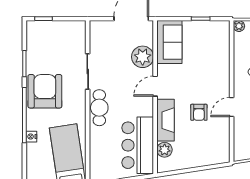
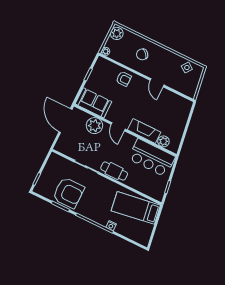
armchair: (45, 91) -> (68, 193), moved, turned 180
armchair: (199, 112) -> (124, 79), moved

